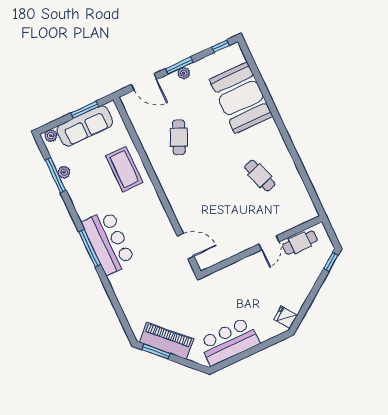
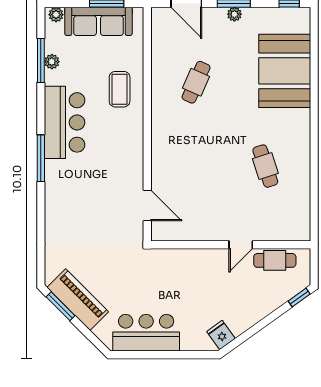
coffee table: (124, 169) -> (120, 89), width x0.73, depth x0.76
bar counter: (108, 242) -> (65, 122), moved

